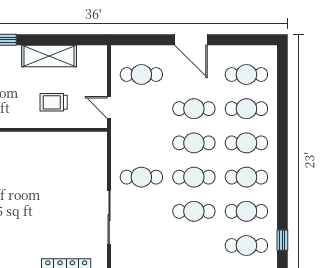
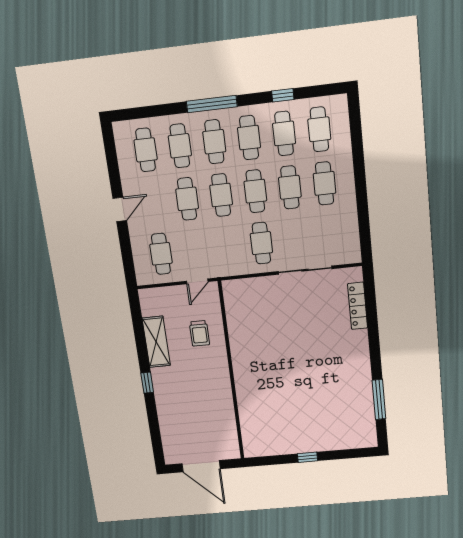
door: (191, 40) -> (120, 209), width x0.73
window: (282, 145) -> (212, 104), added
window: (282, 240) -> (283, 95), moved
cafe table: (194, 245) -> (325, 183), added

